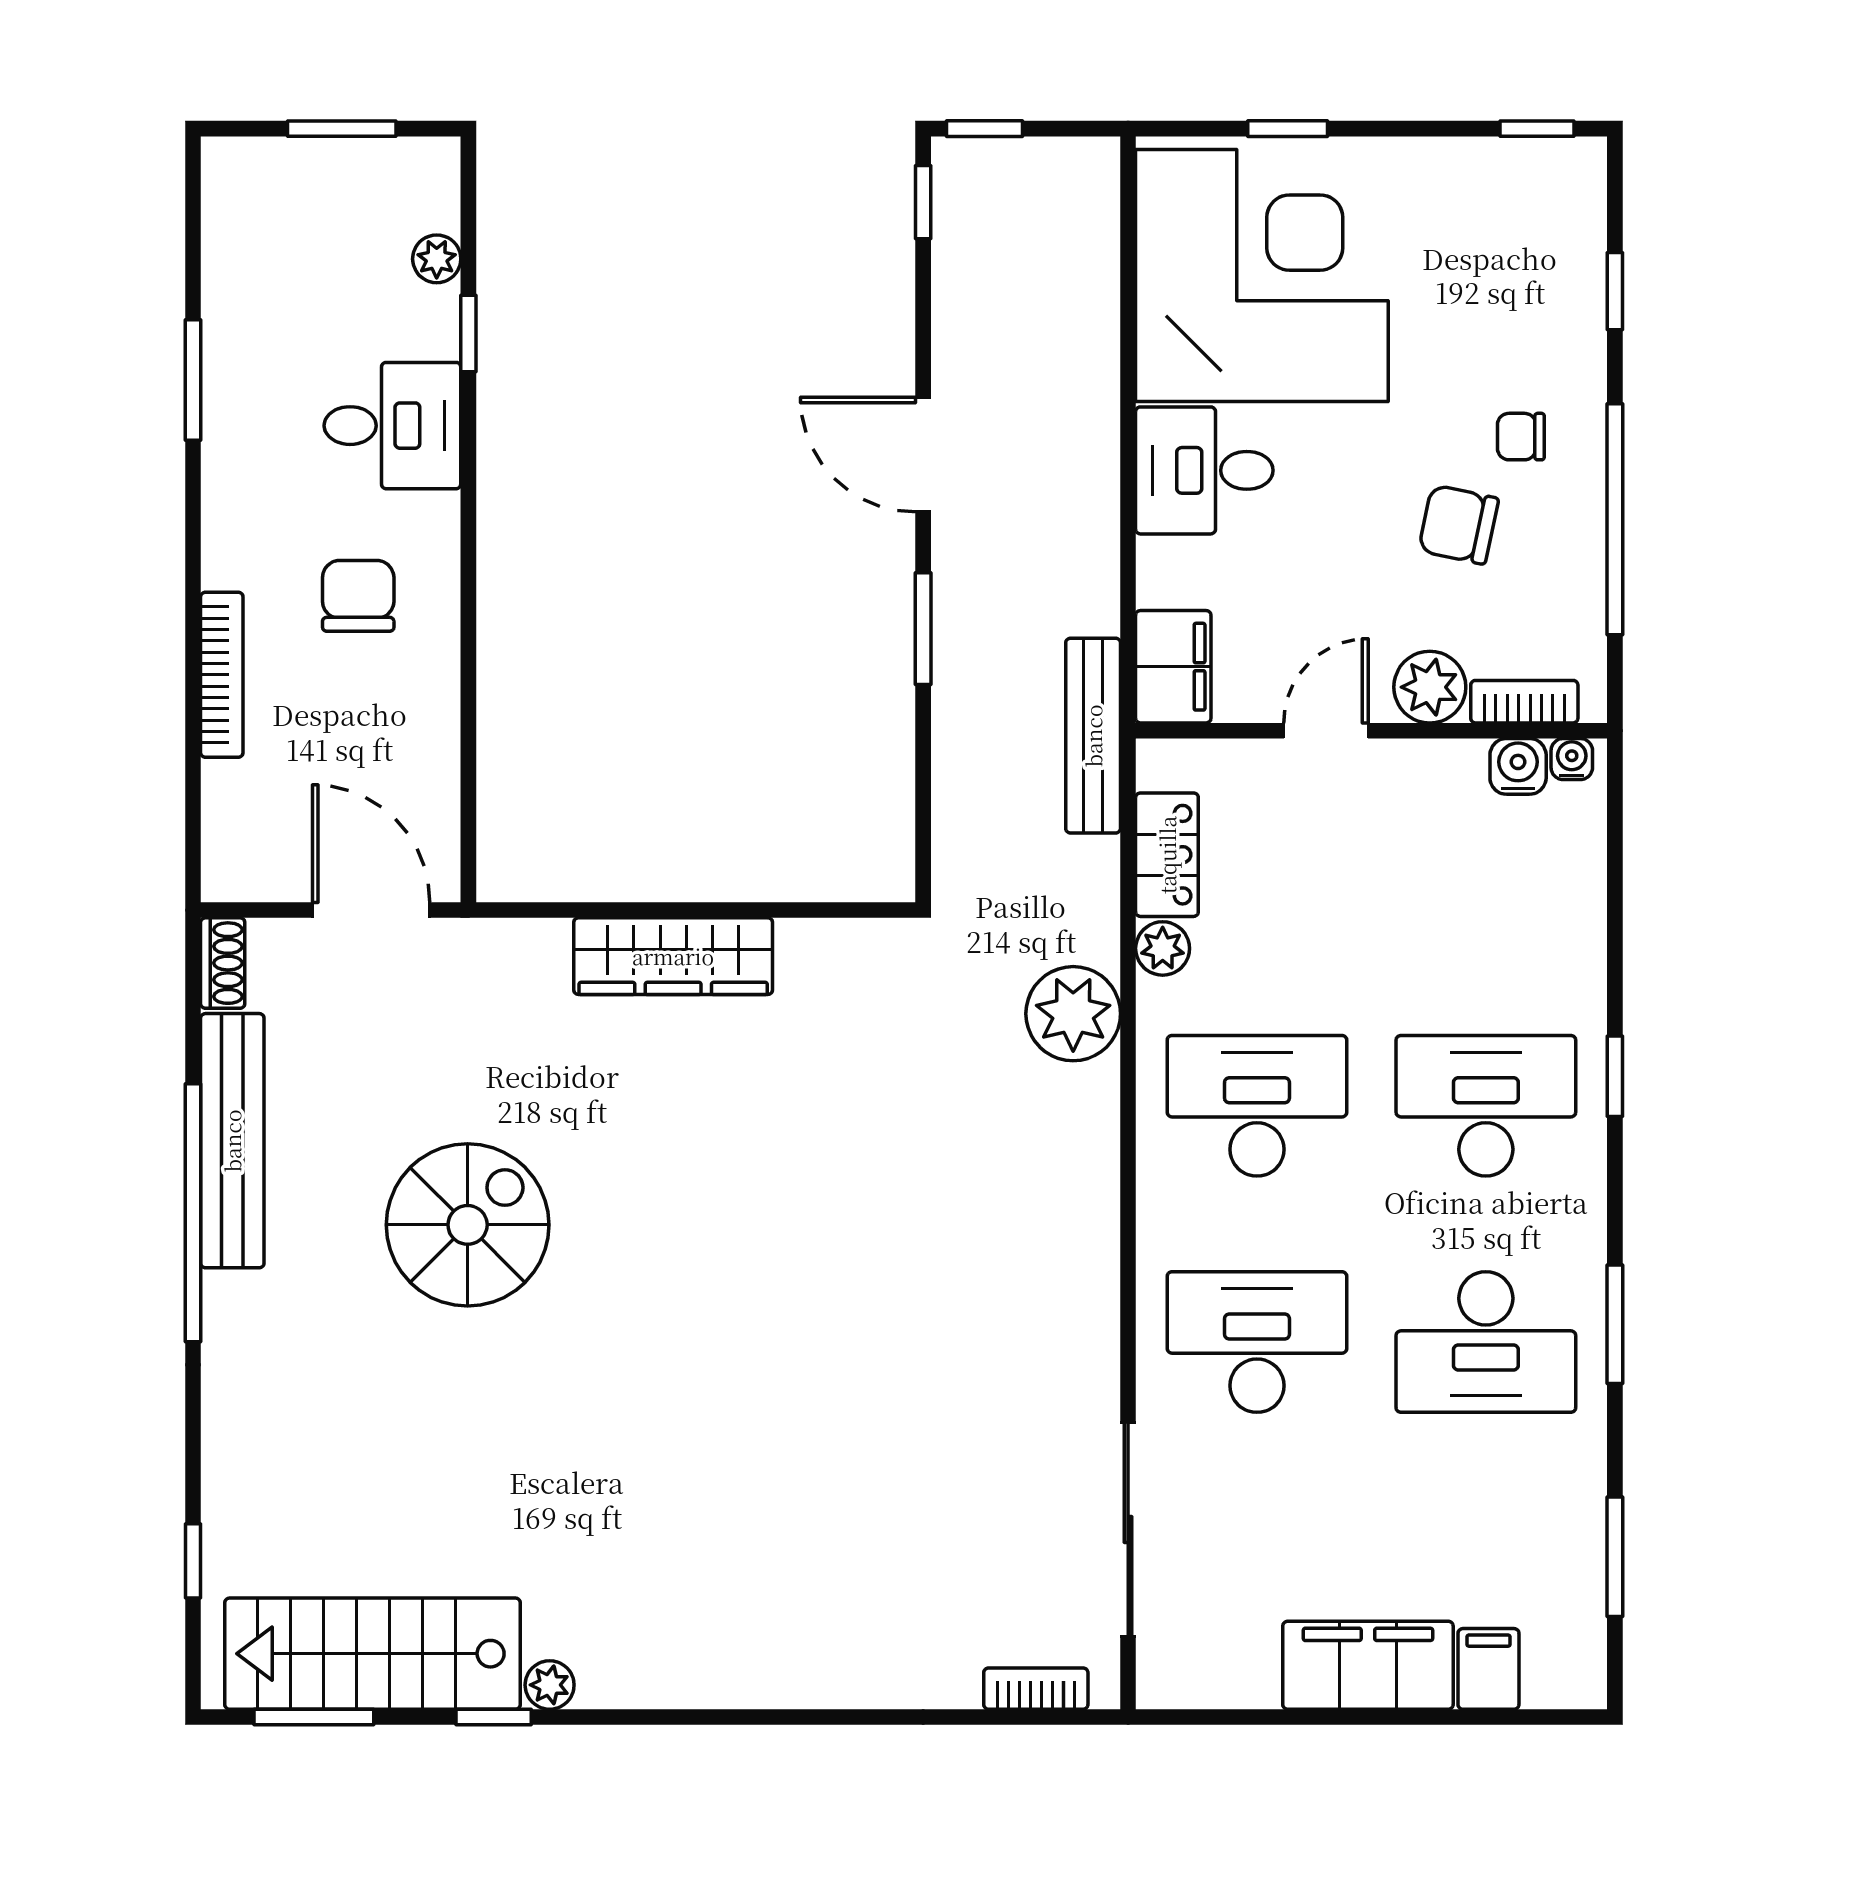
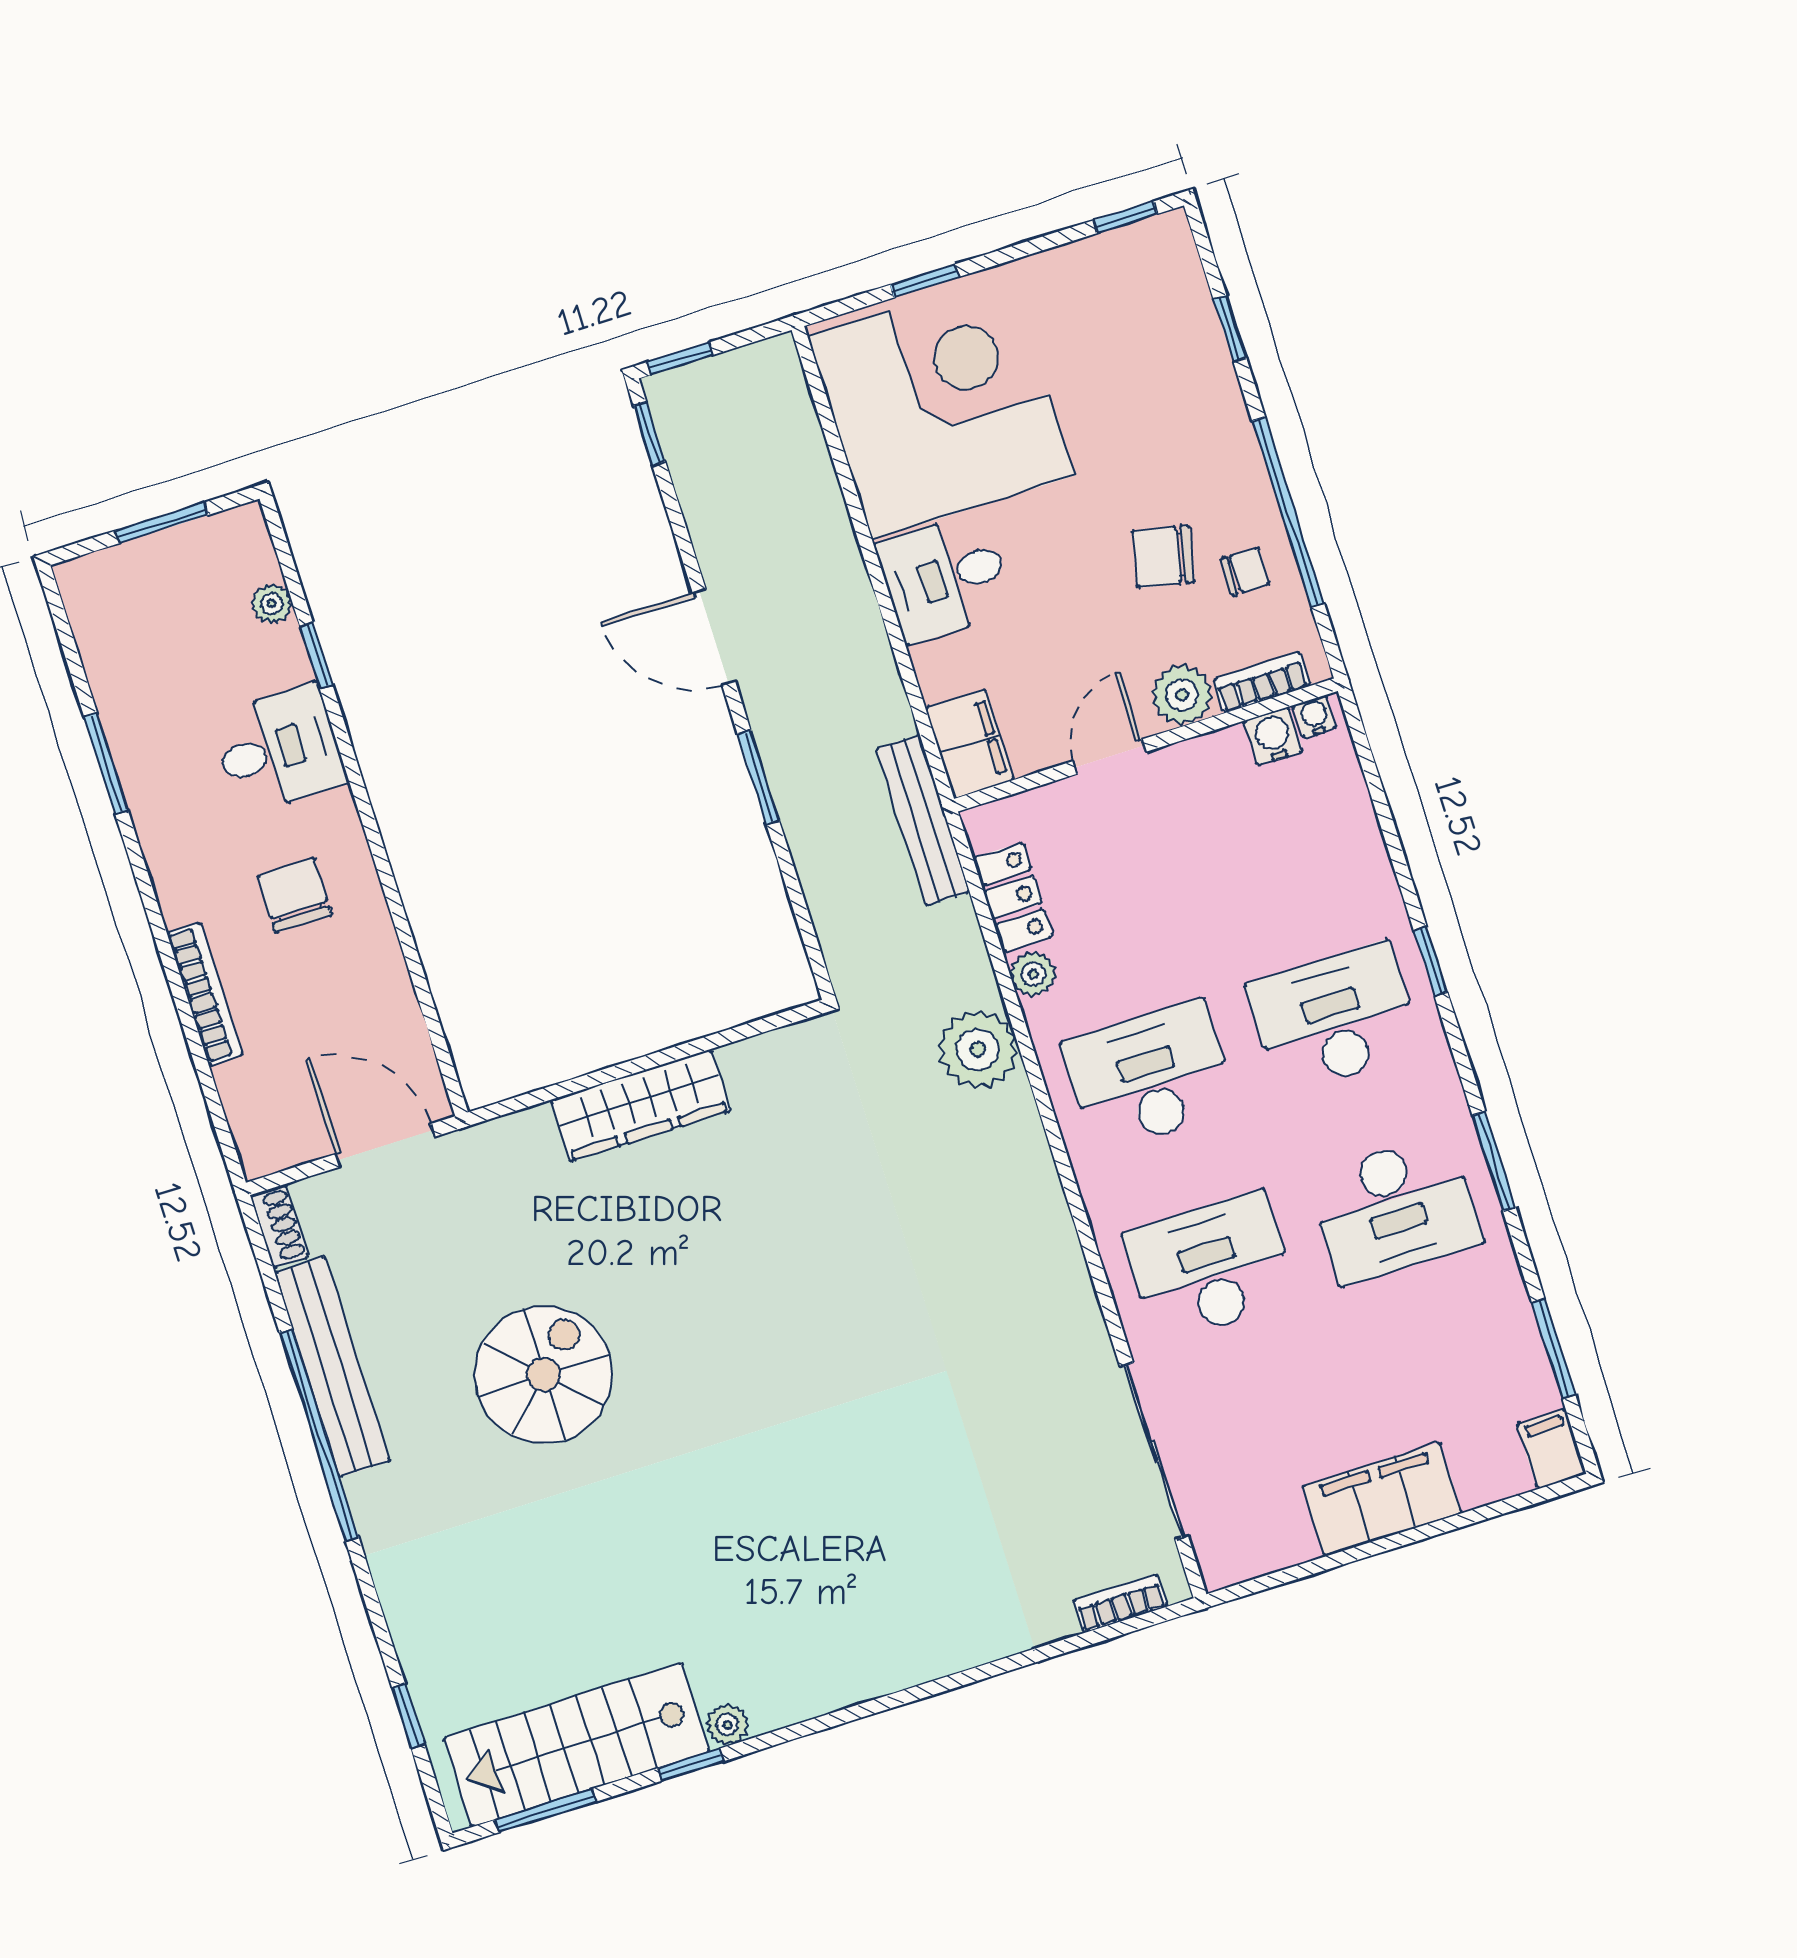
chair: (1521, 437) -> (1245, 571), moved, turned 180
filing cabinet: (1488, 1669) -> (1552, 1449), moved

